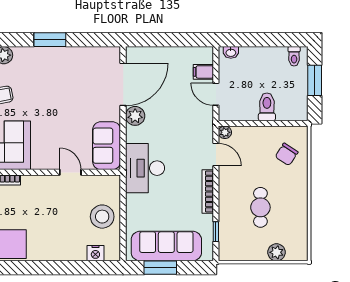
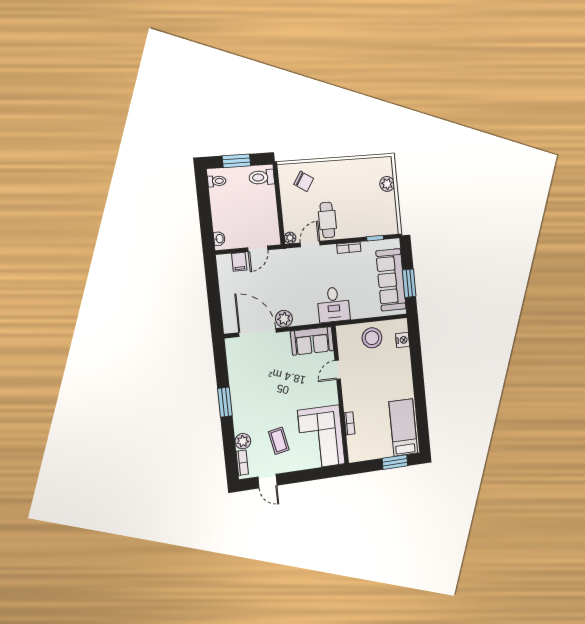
toilet: (267, 107) -> (262, 177), moved
desk: (145, 168) -> (333, 305), width x0.73
bookcase: (208, 191) -> (349, 248), width x0.64
cafe table: (260, 207) -> (327, 220), moved, turned 90

